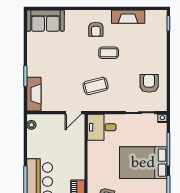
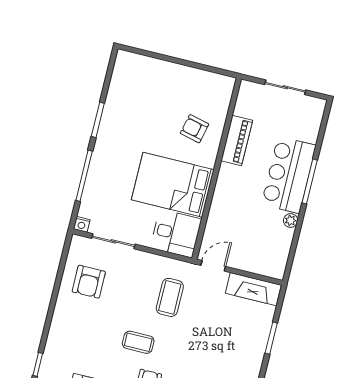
coffee table: (96, 86) -> (170, 297), turned -76
fireplace: (34, 94) -> (253, 289), moved, turned -90
plant: (31, 125) -> (291, 220), moved
bed: (143, 163) -> (173, 185), moved, turned 180

